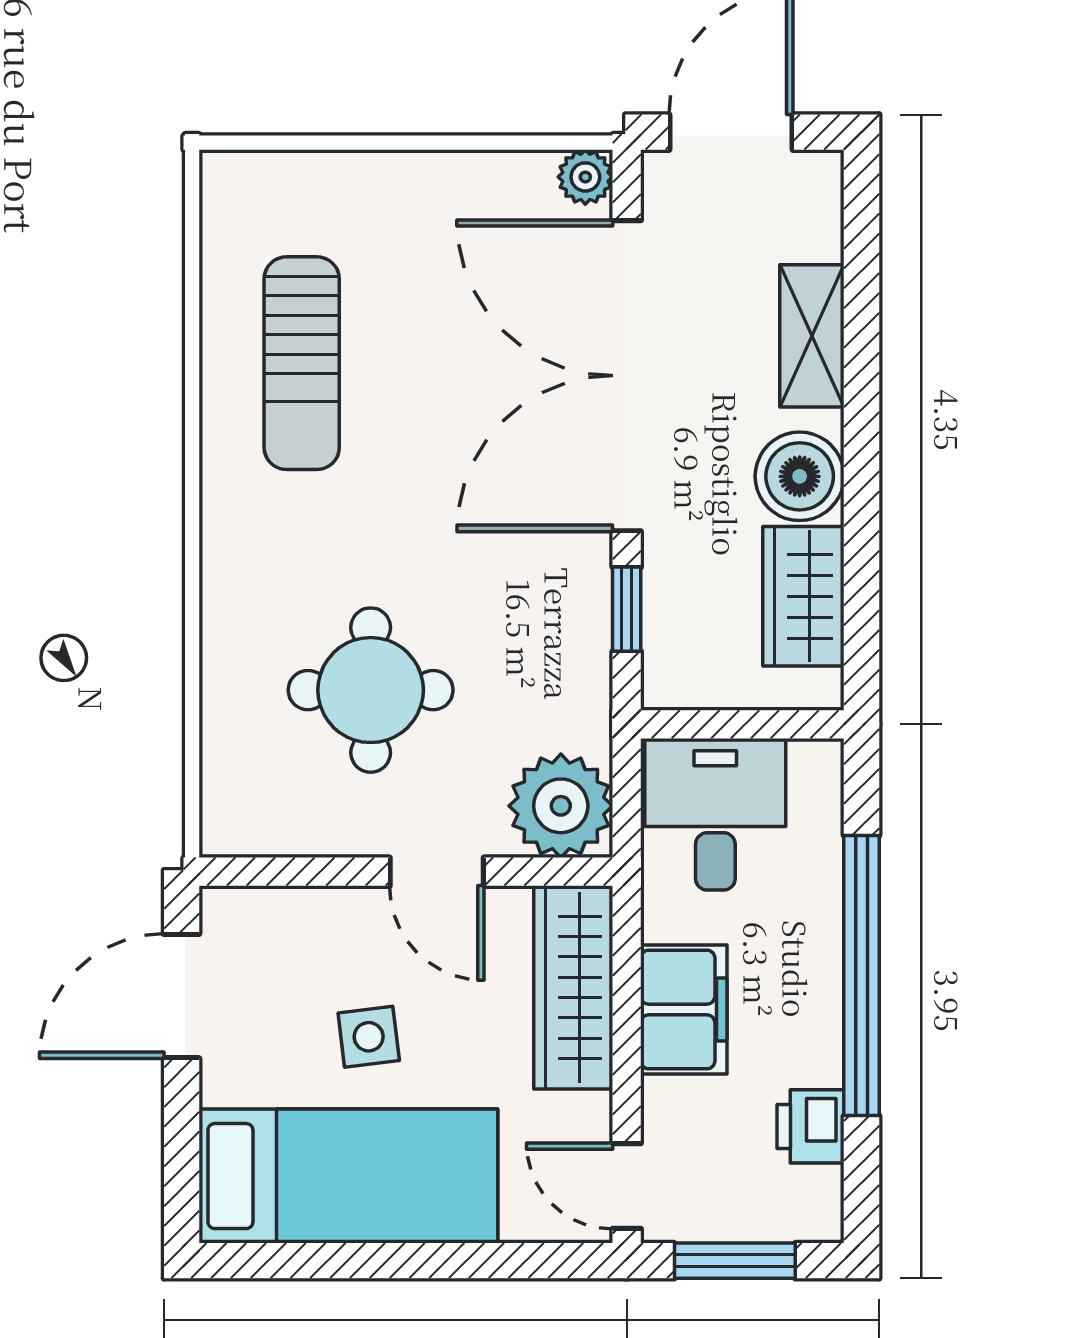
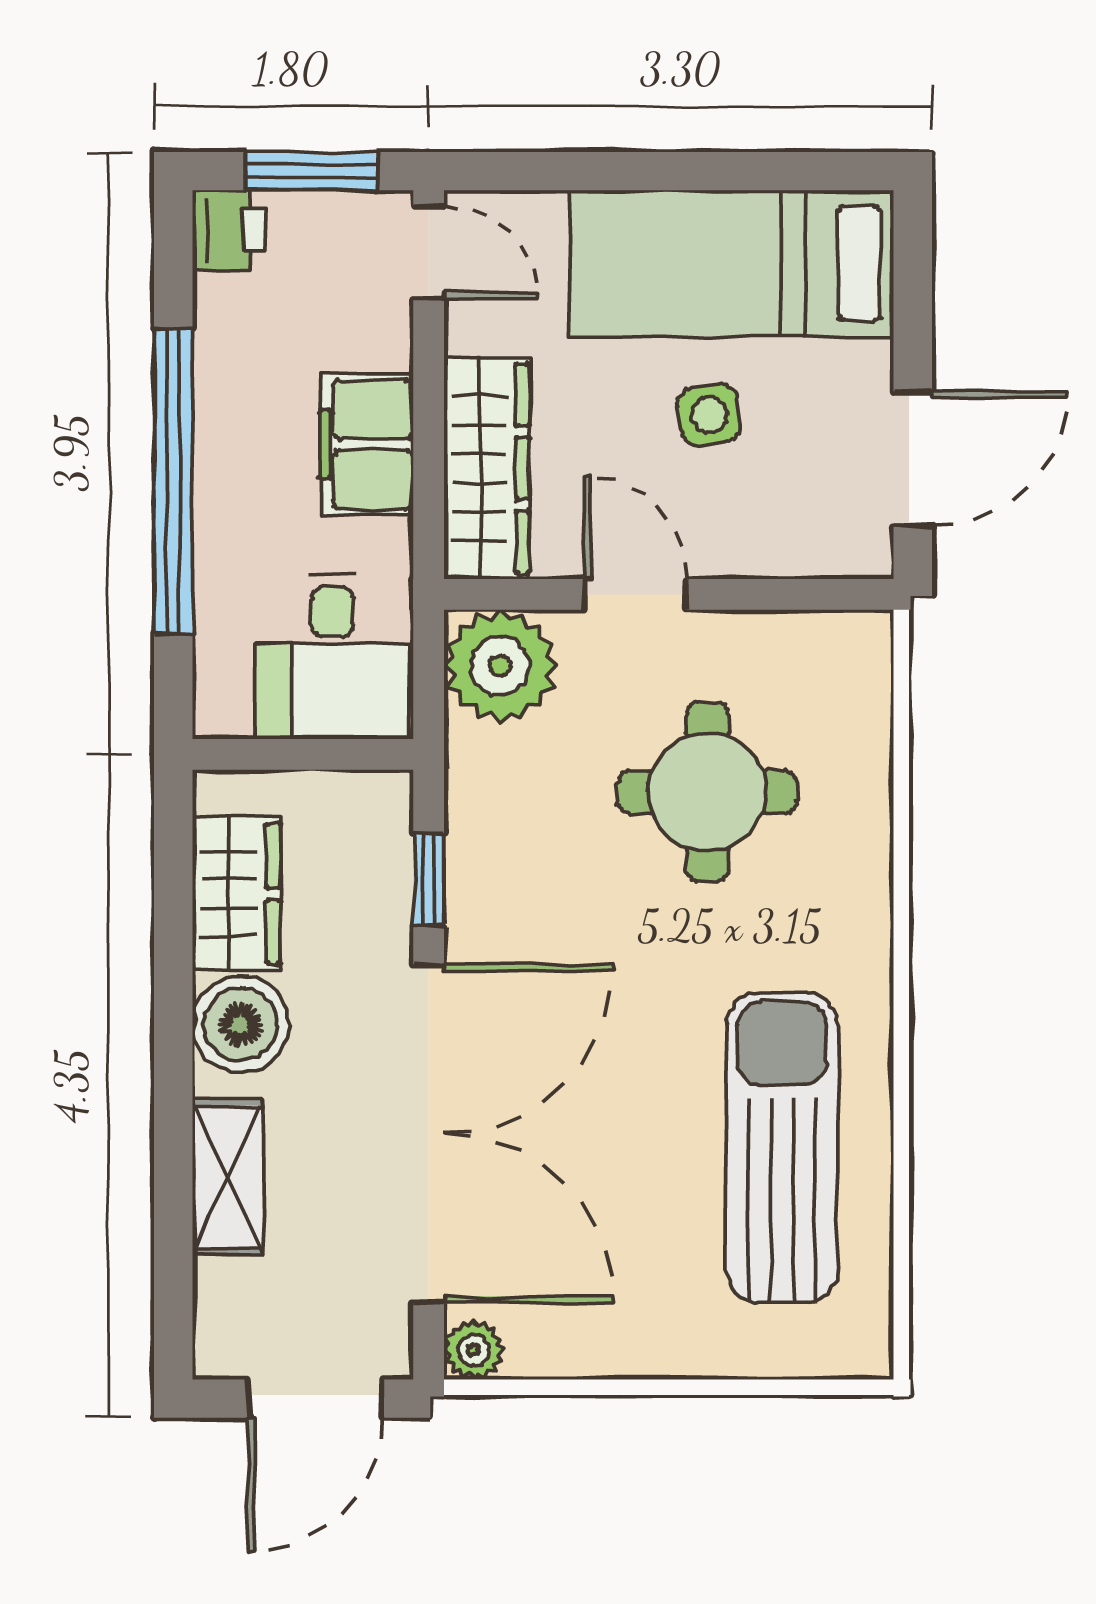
sun lounger: (302, 363) -> (782, 1147), width x1.36, depth x1.34
printer: (811, 1126) -> (229, 230), moved

